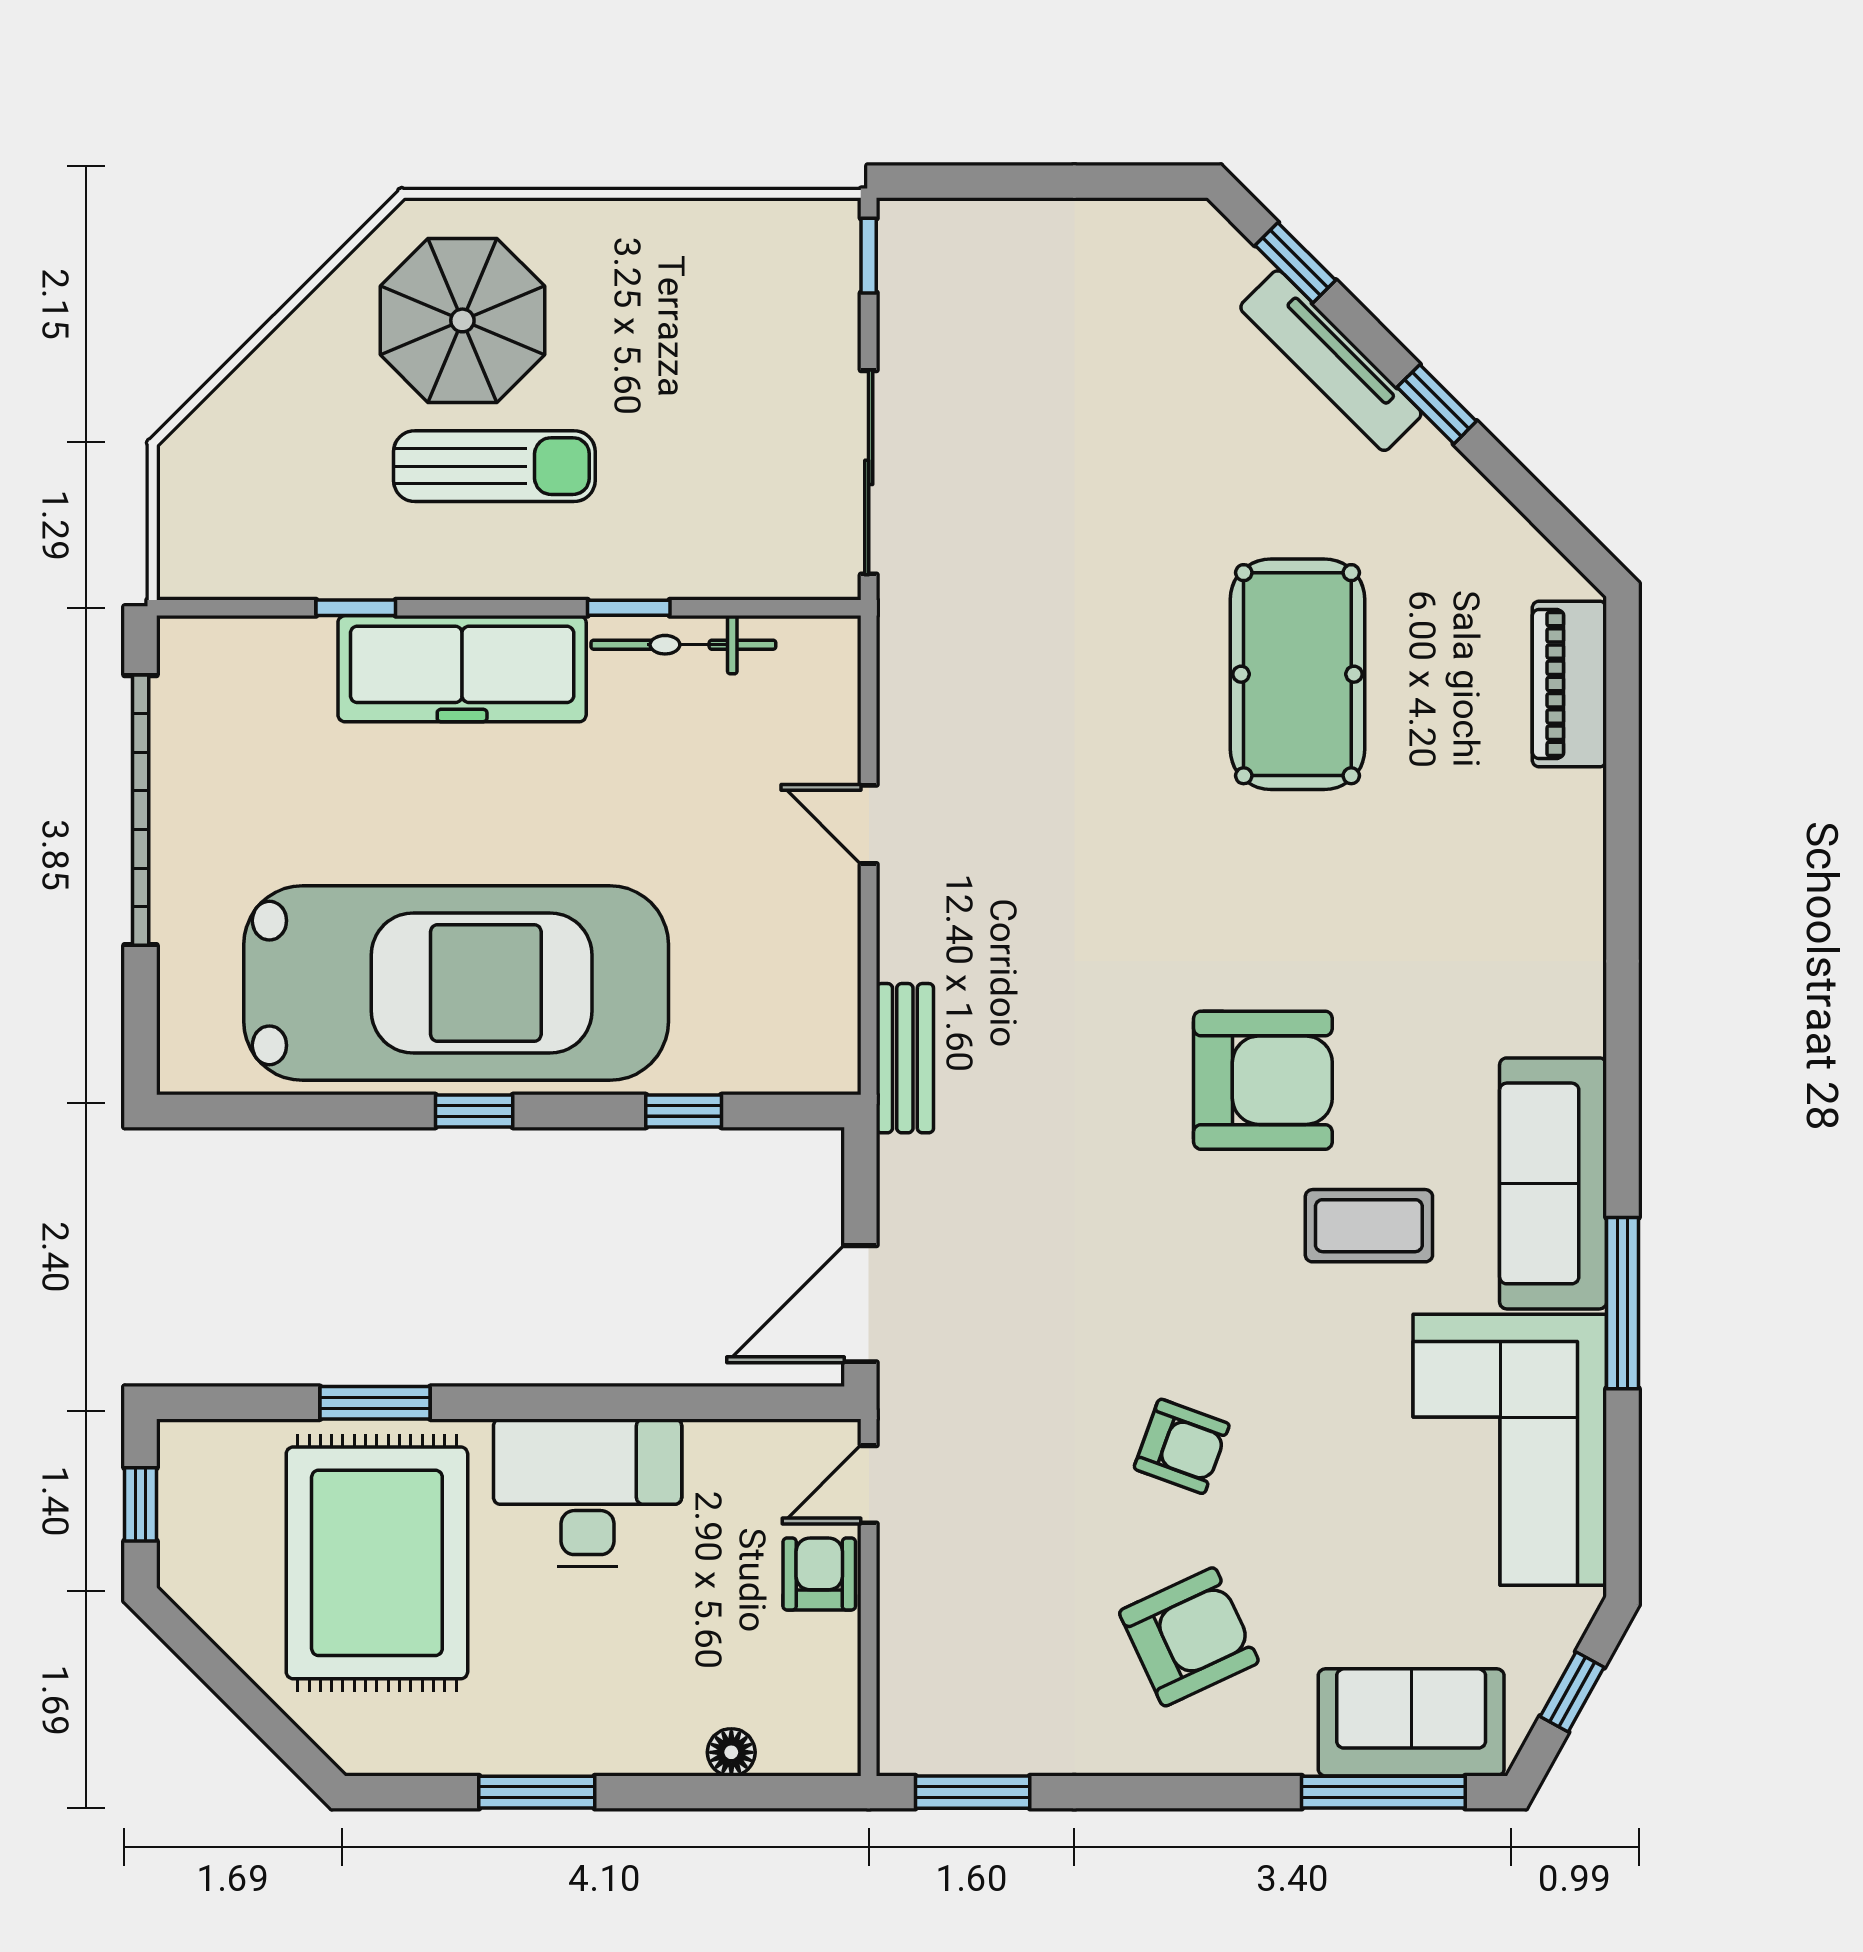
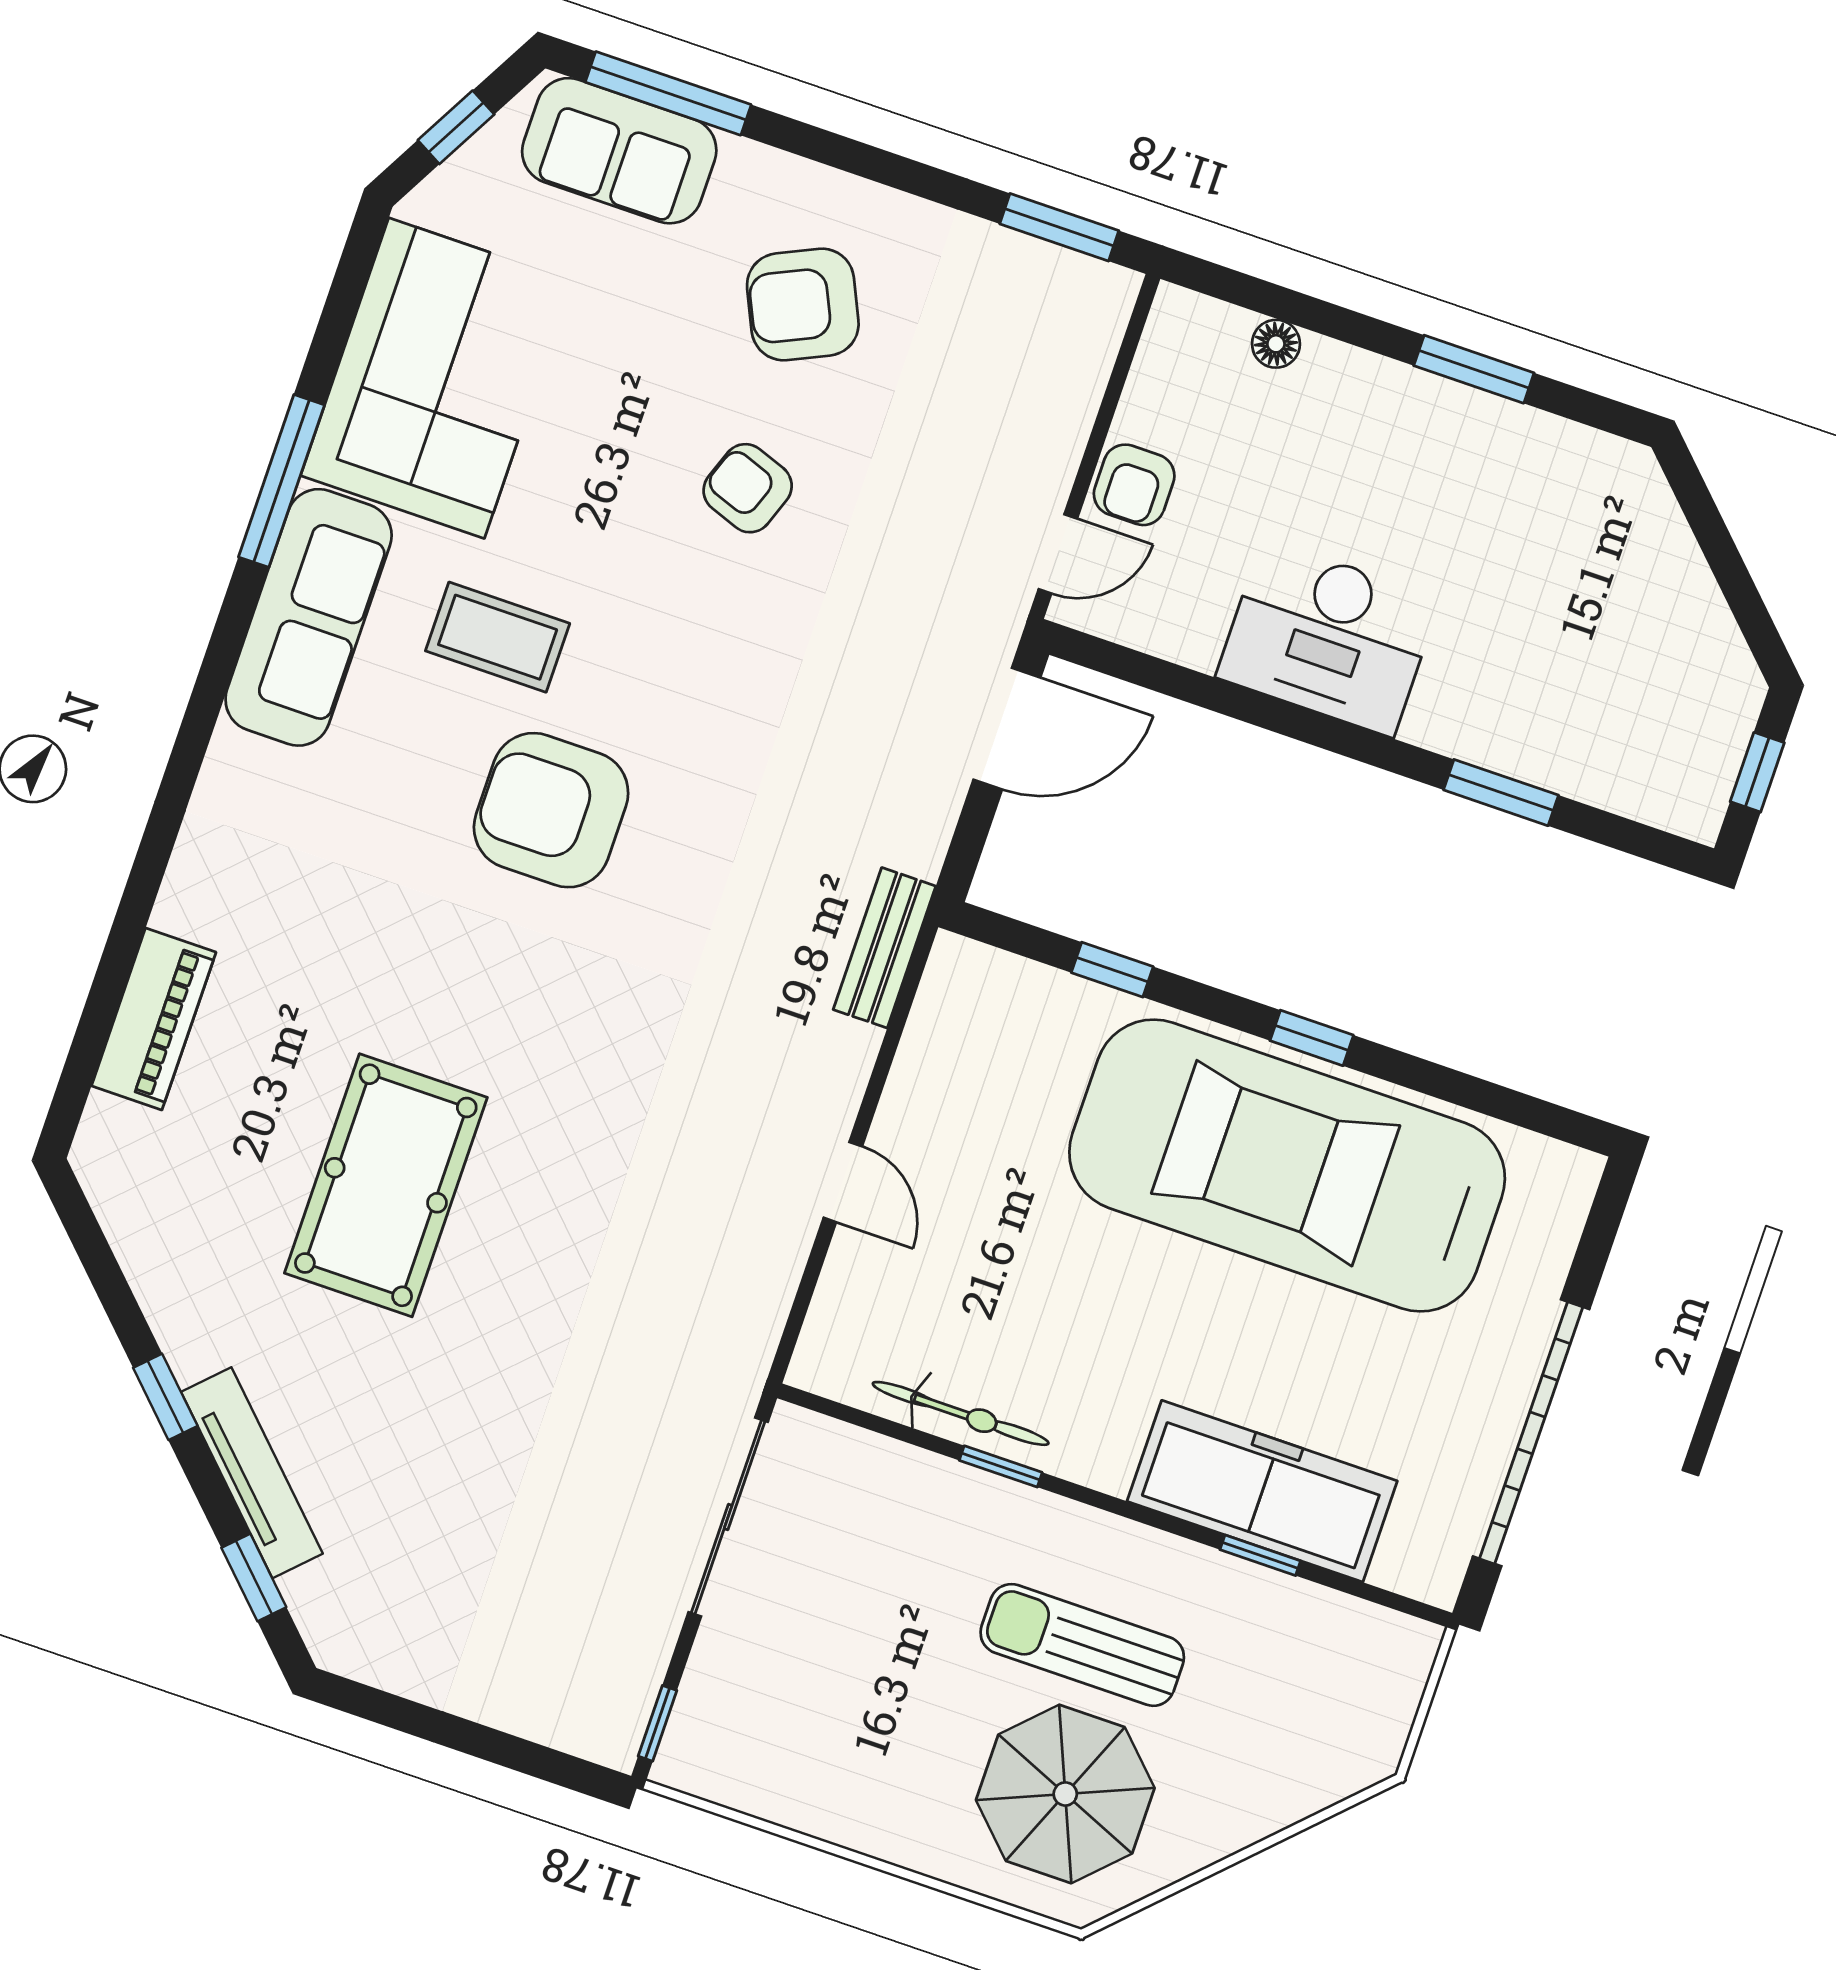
freezer: (462, 669) -> (1262, 1491), moved
piano: (1569, 684) -> (154, 1019), moved
rug: (377, 1563) -> (1551, 639), removed

